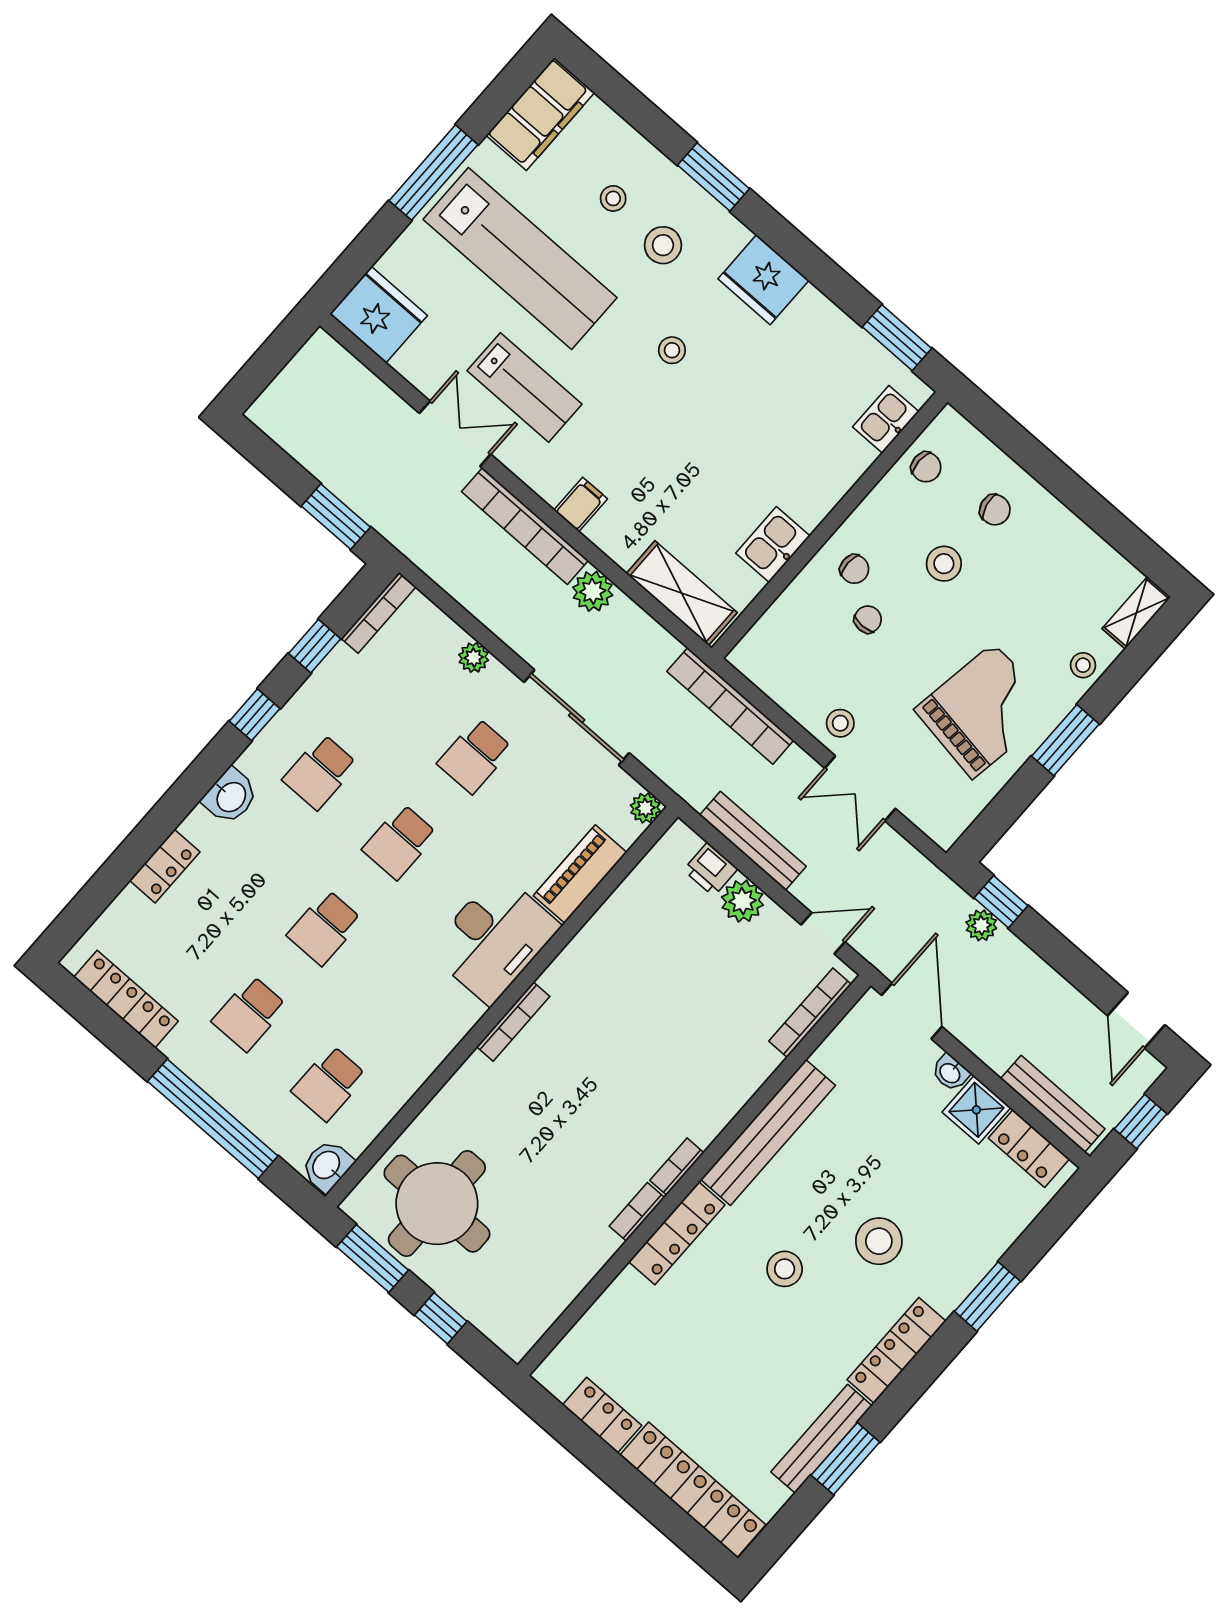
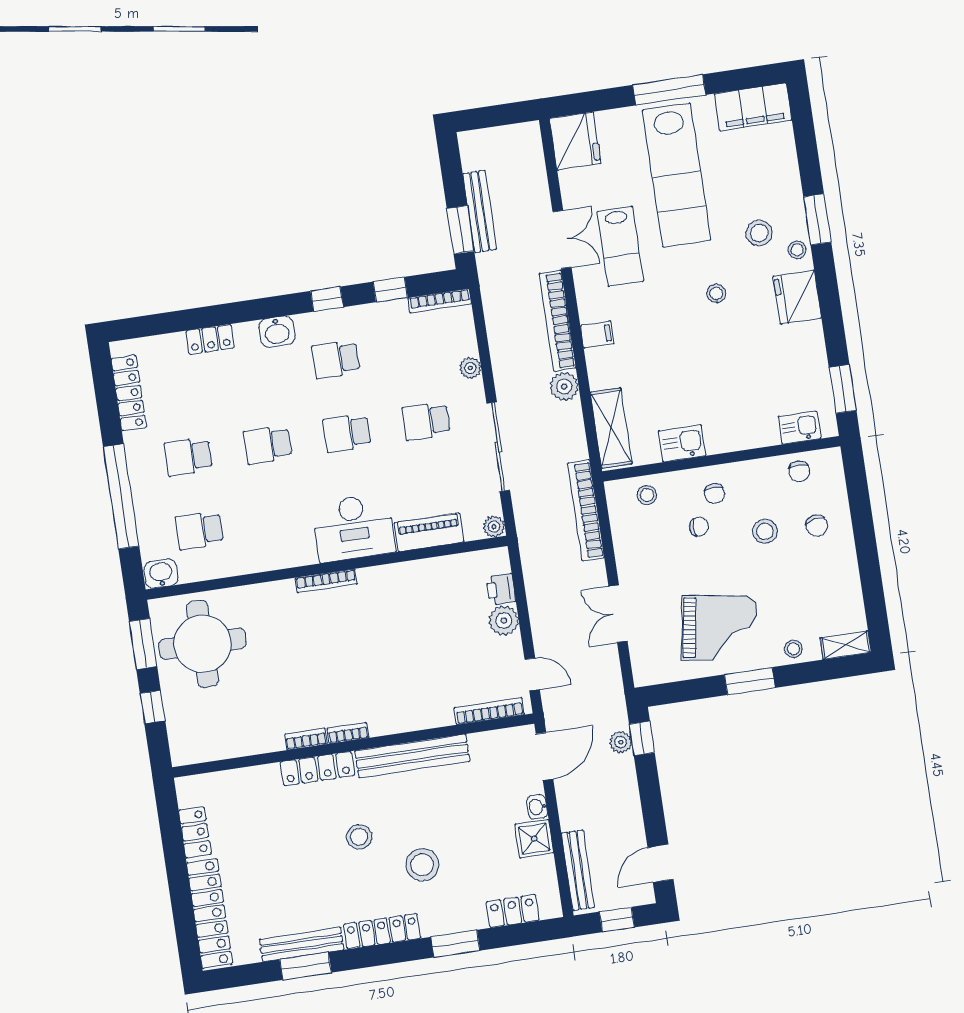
stool: (613, 198) -> (797, 250), moved
stool: (840, 723) -> (647, 495), moved
bench: (753, 841) -> (480, 211), moved
locker: (1029, 1149) -> (513, 911), moved, turned 90

